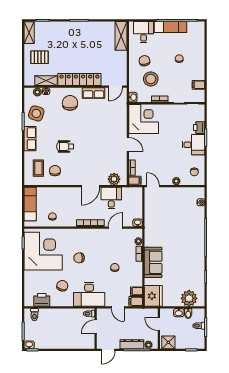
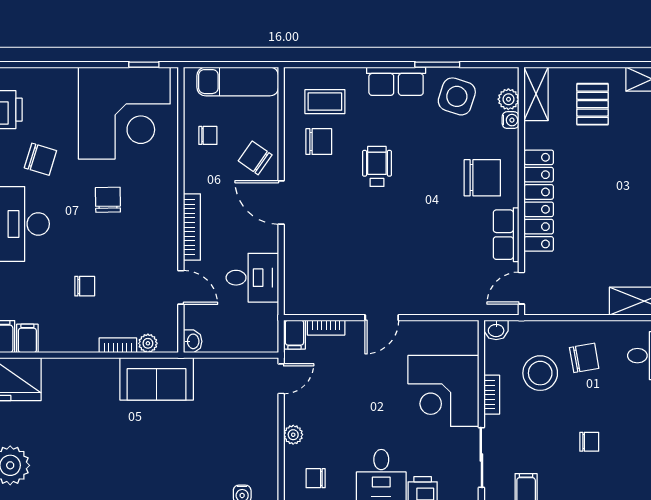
shelving: (46, 81) -> (536, 94), moved
door: (116, 87) -> (521, 288), hinge flipped
corner desk: (144, 119) -> (443, 391), moved, turned 90
plant: (114, 179) -> (298, 284), removed
door: (90, 186) -> (281, 202), moved
chair: (62, 197) -> (255, 158), added
sofa: (153, 262) -> (157, 379), moved

